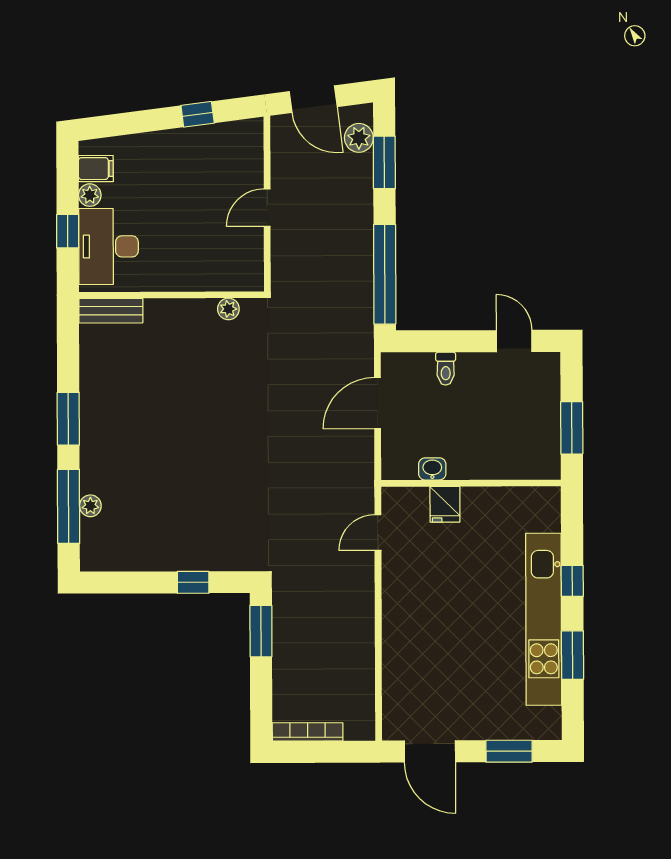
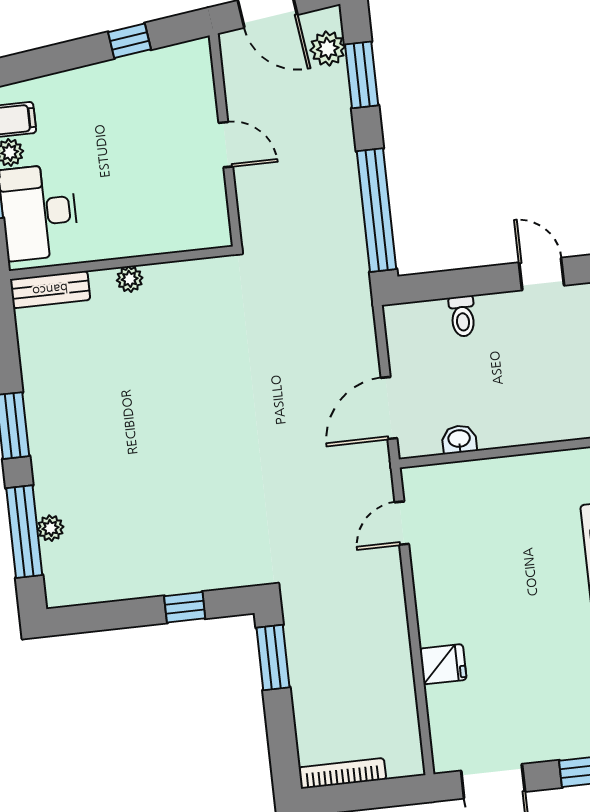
door: (267, 208) -> (226, 145), swing flipped
plant: (228, 309) -> (130, 279), moved
door: (377, 403) -> (389, 408), moved
fridge: (445, 504) -> (443, 664), moved, turned -90

